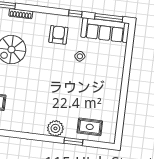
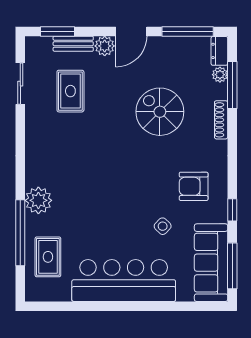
armchair: (58, 35) -> (194, 186), turned 180
bar counter: (109, 83) -> (124, 280), added
window: (73, 142) -> (20, 233), width x2.11

